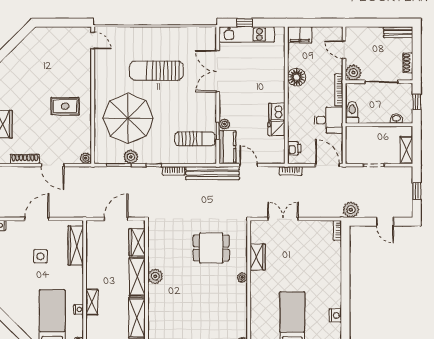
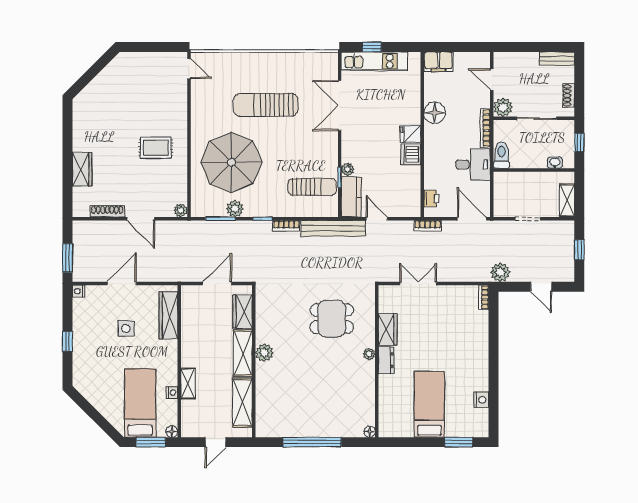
fridge: (277, 128) -> (410, 134), moved
dresser: (256, 283) -> (386, 360), added

